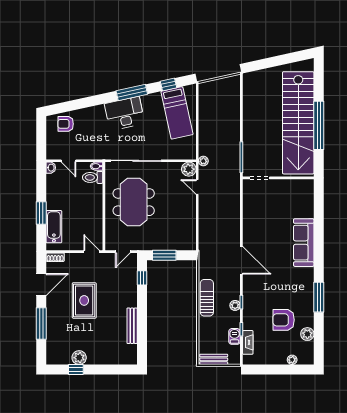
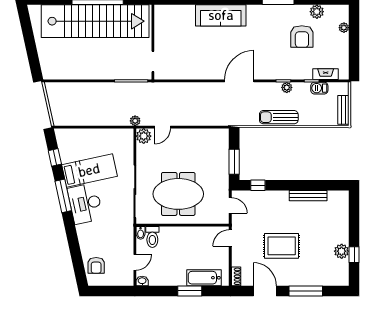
bed: (177, 113) -> (89, 170), moved

